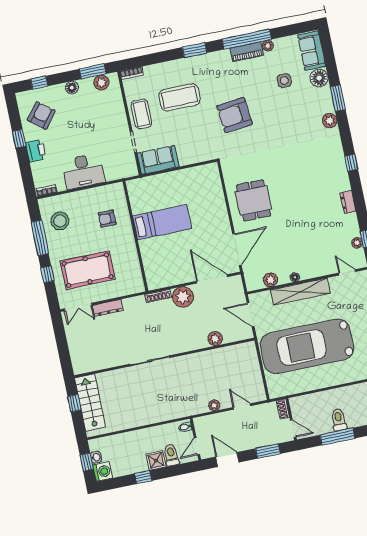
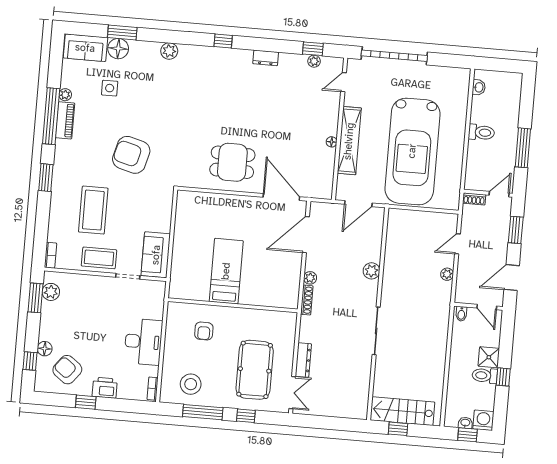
floor lamp: (72, 88) -> (45, 349), moved
window: (338, 98) -> (122, 32), moved
armchair: (235, 115) -> (131, 155), turned 111
plant: (270, 280) -> (326, 170), removed
plant: (183, 297) -> (310, 278), width x0.53, depth x0.53
plant: (215, 339) -> (371, 271), moved
toilet: (339, 420) -> (481, 132), moved, turned 180
toilet: (171, 455) -> (485, 376), moved

